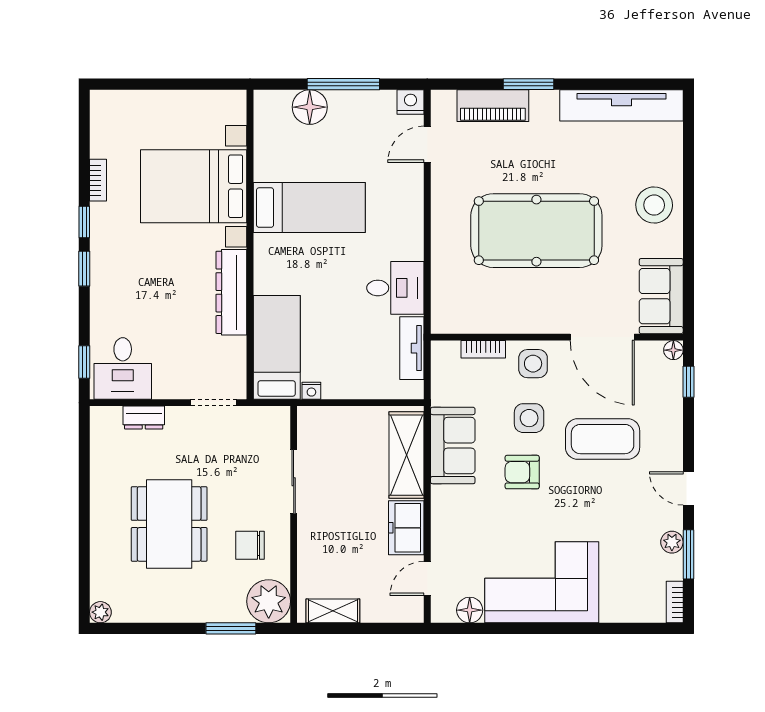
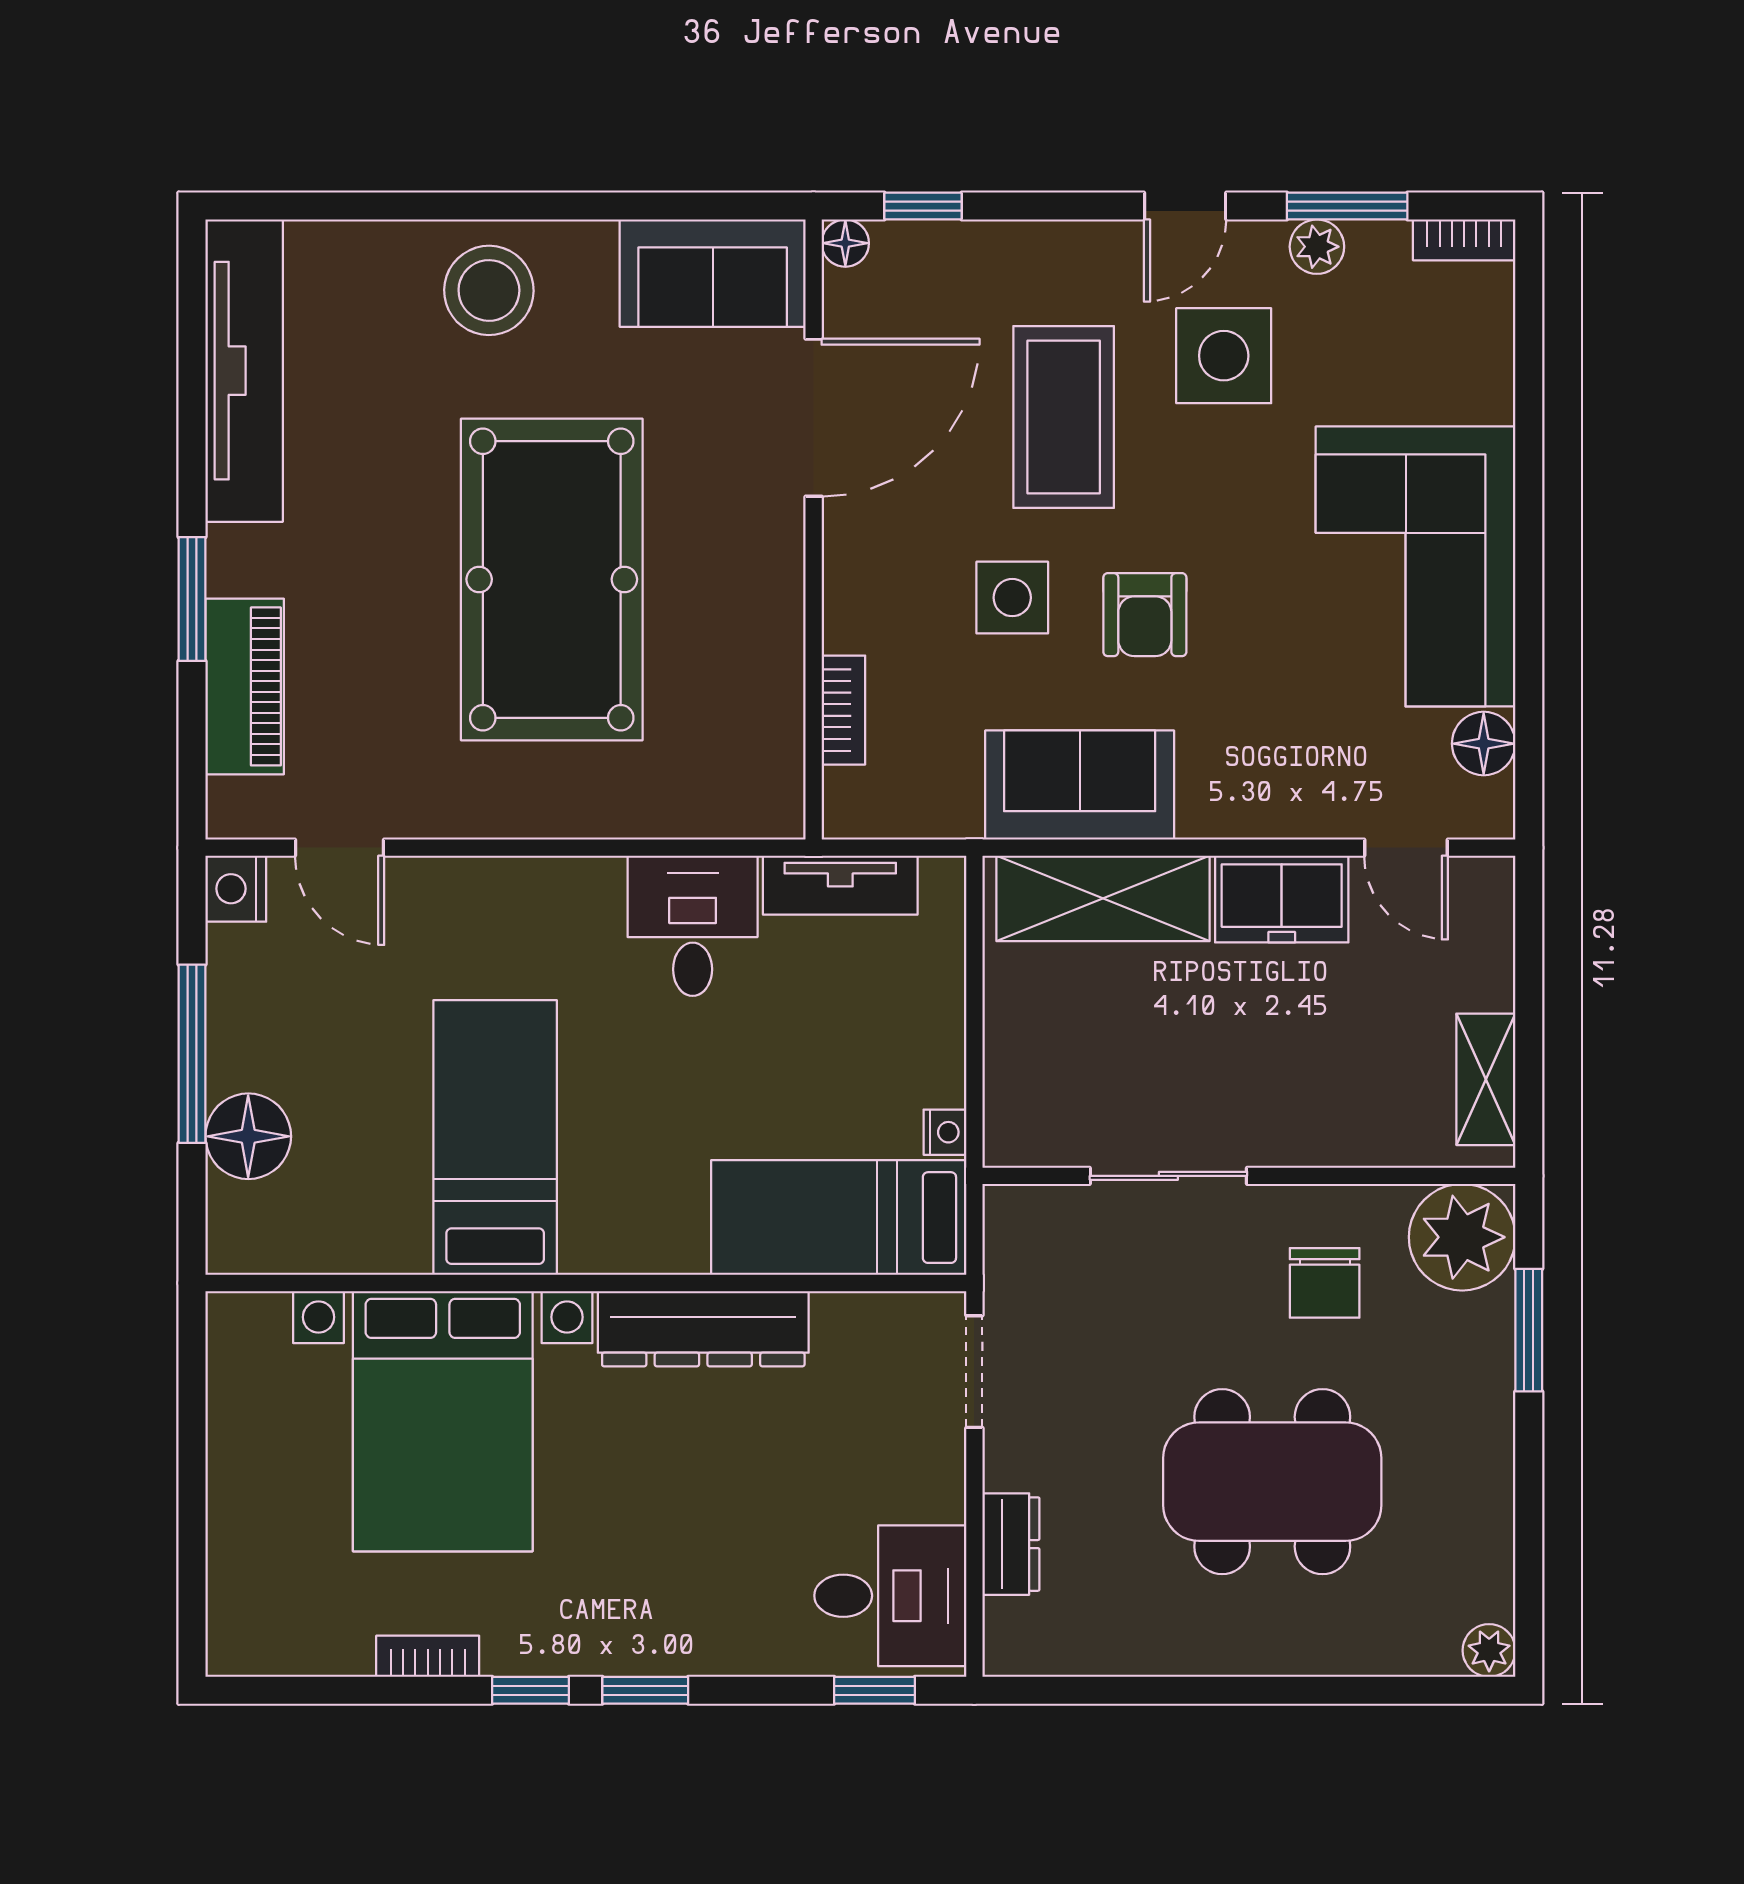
side table: (533, 364) -> (1224, 356), moved, width x1.37, depth x1.37

